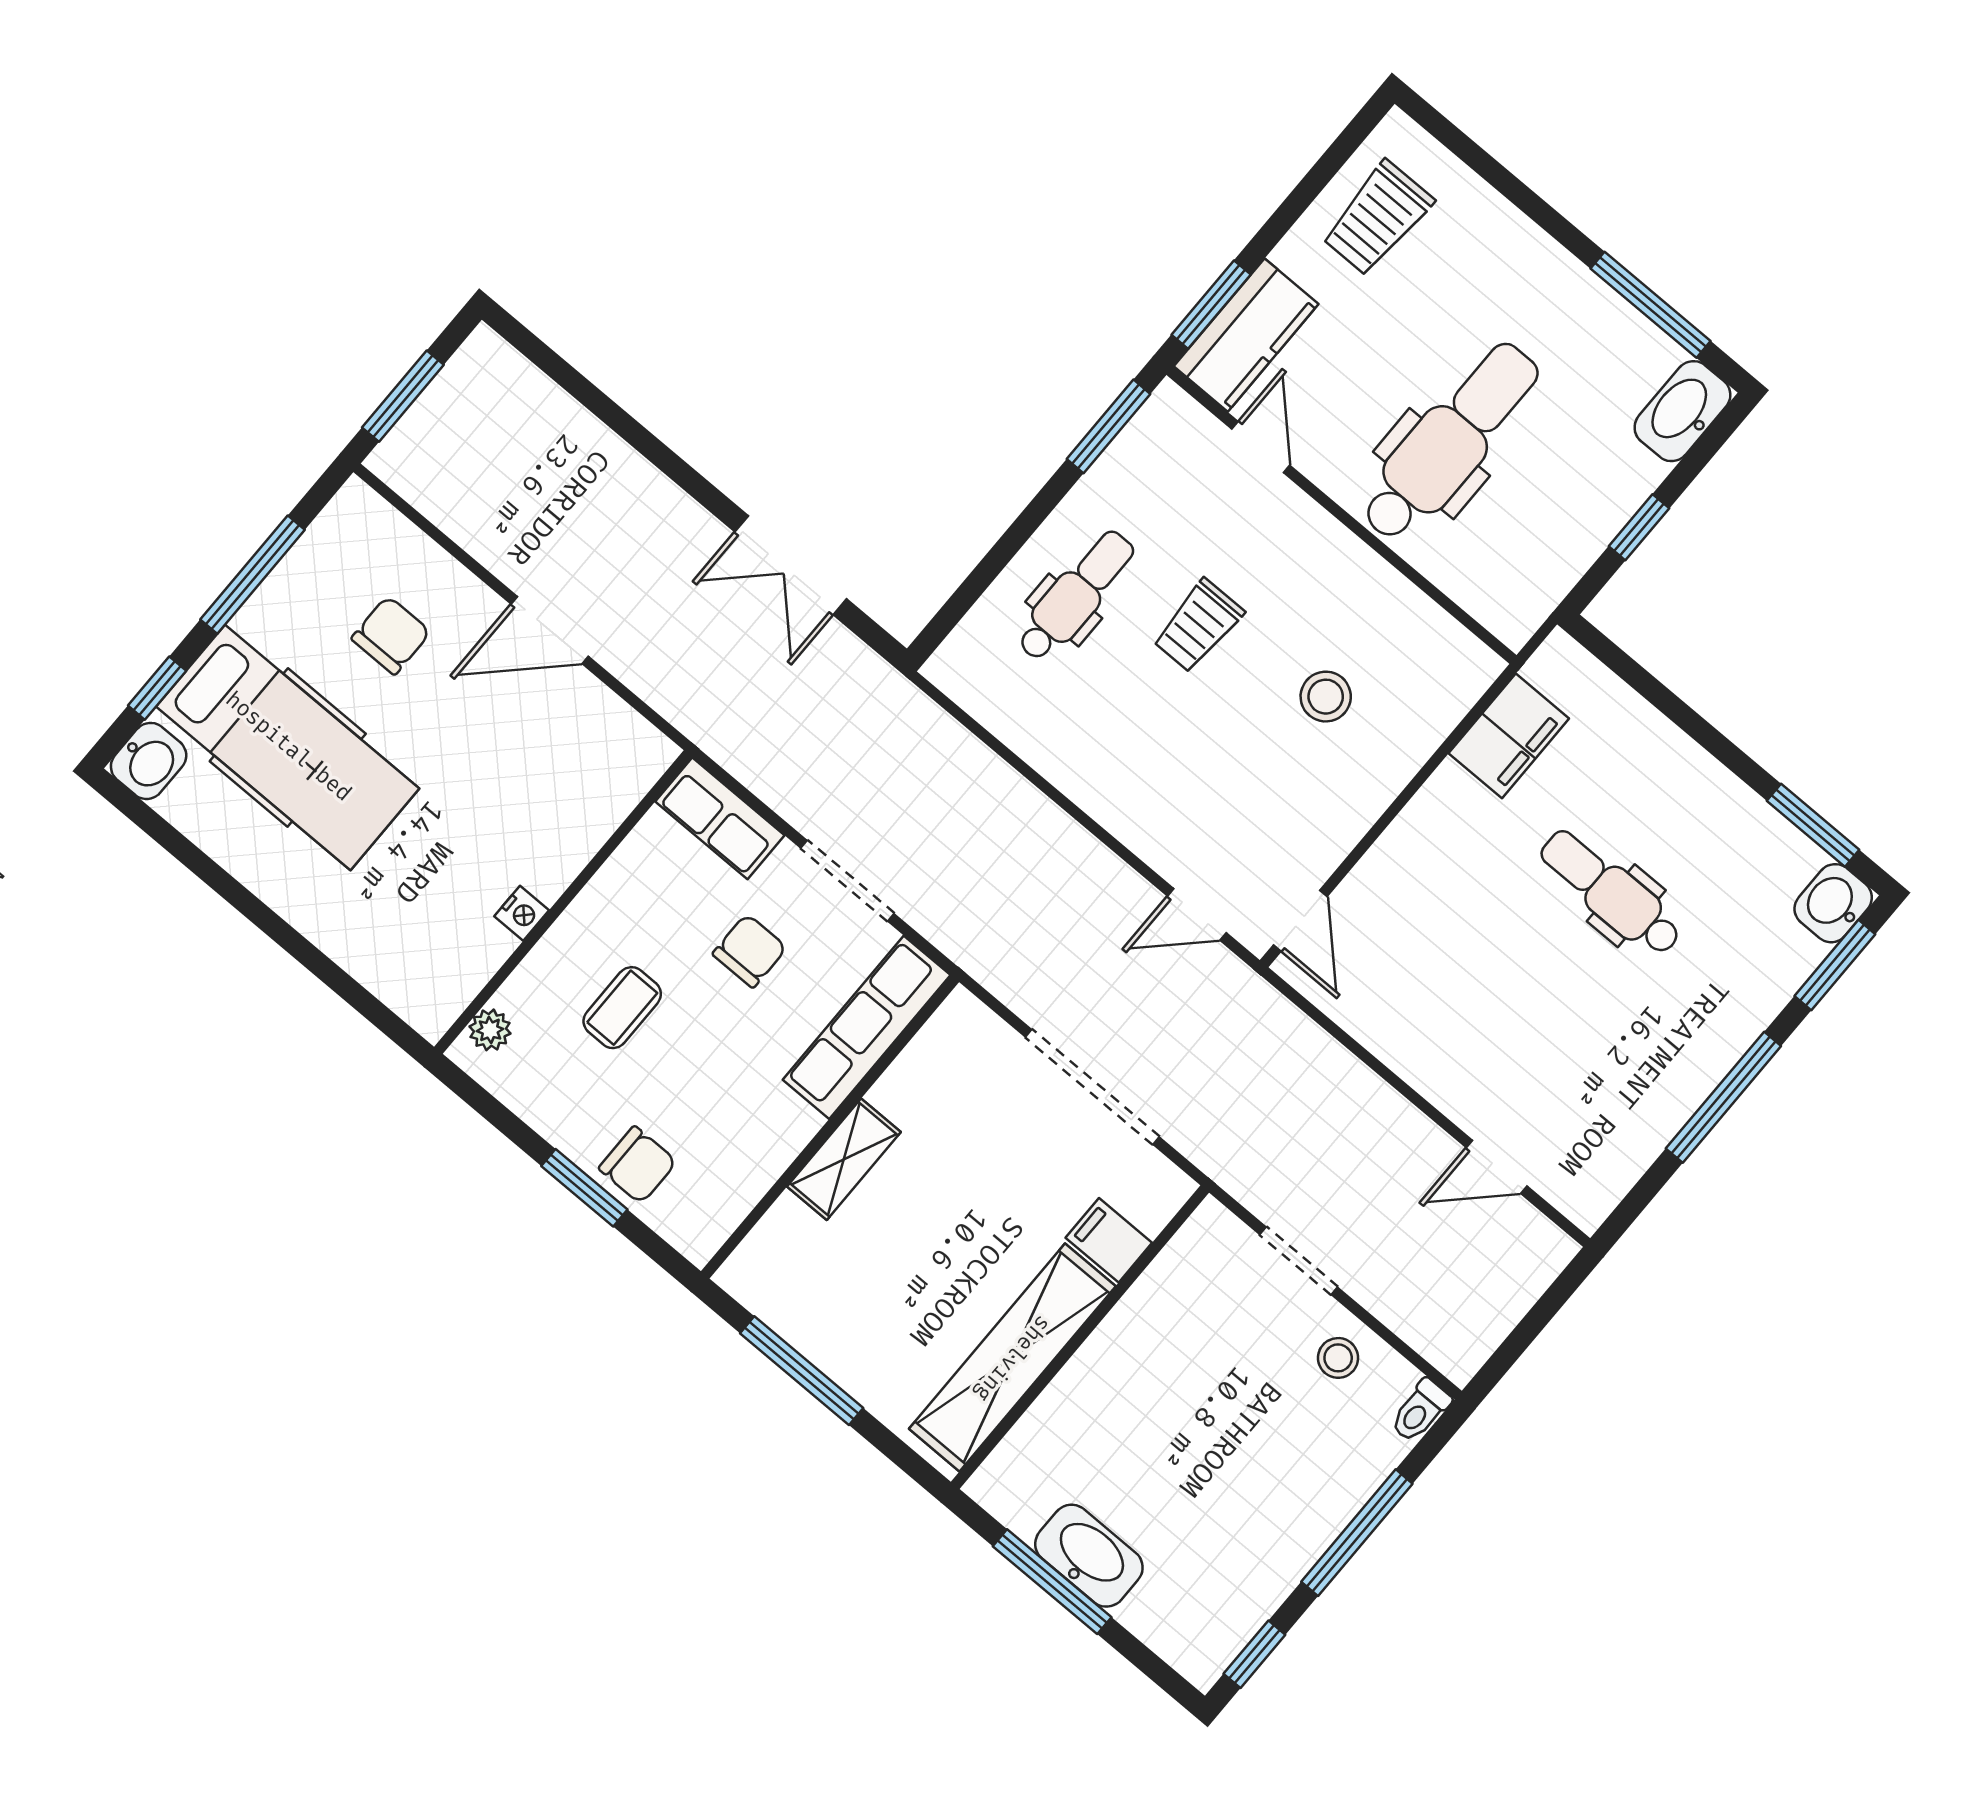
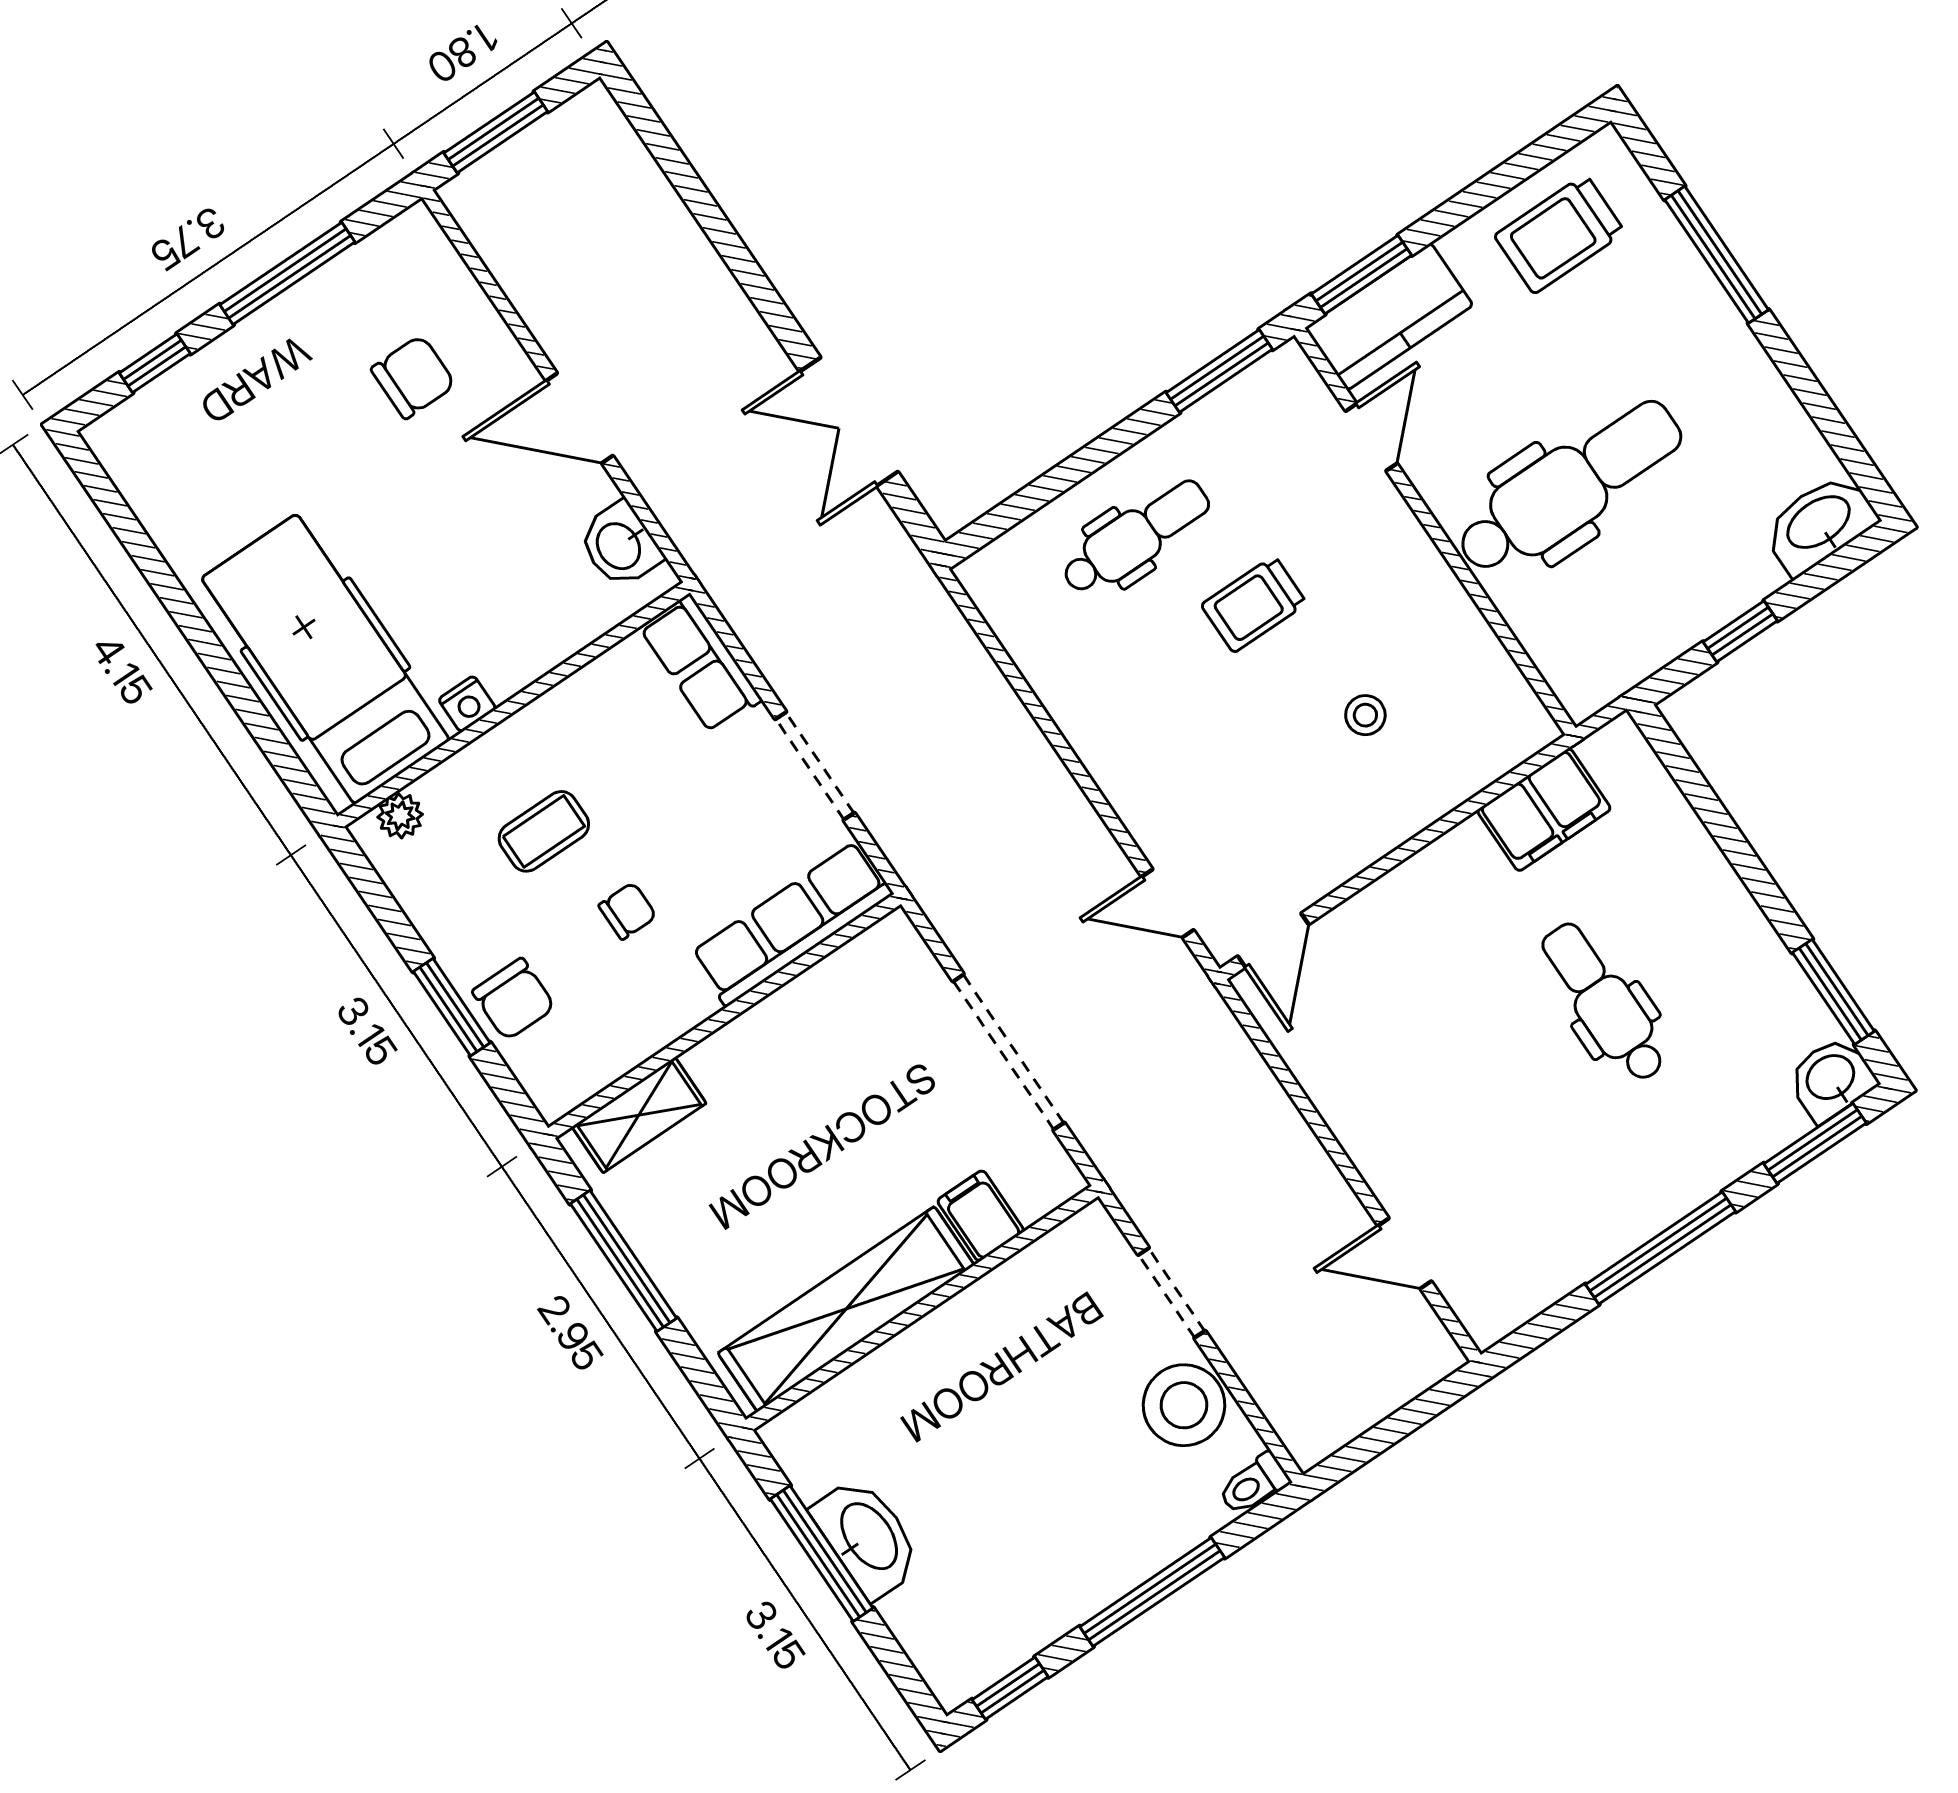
window: (1651, 305) -> (1717, 255), moved
stool: (1326, 697) -> (1365, 715), width x0.73, depth x0.73
hospital bed: (288, 747) -> (326, 659), moved, turned 180
washbasin: (149, 761) -> (620, 545), moved, turned 90
chair: (750, 951) -> (628, 911), moved, width x0.73, depth x0.73
shelving: (844, 1159) -> (639, 1115), moved
stool: (1338, 1358) -> (1184, 1405), width x1.89, depth x1.89

